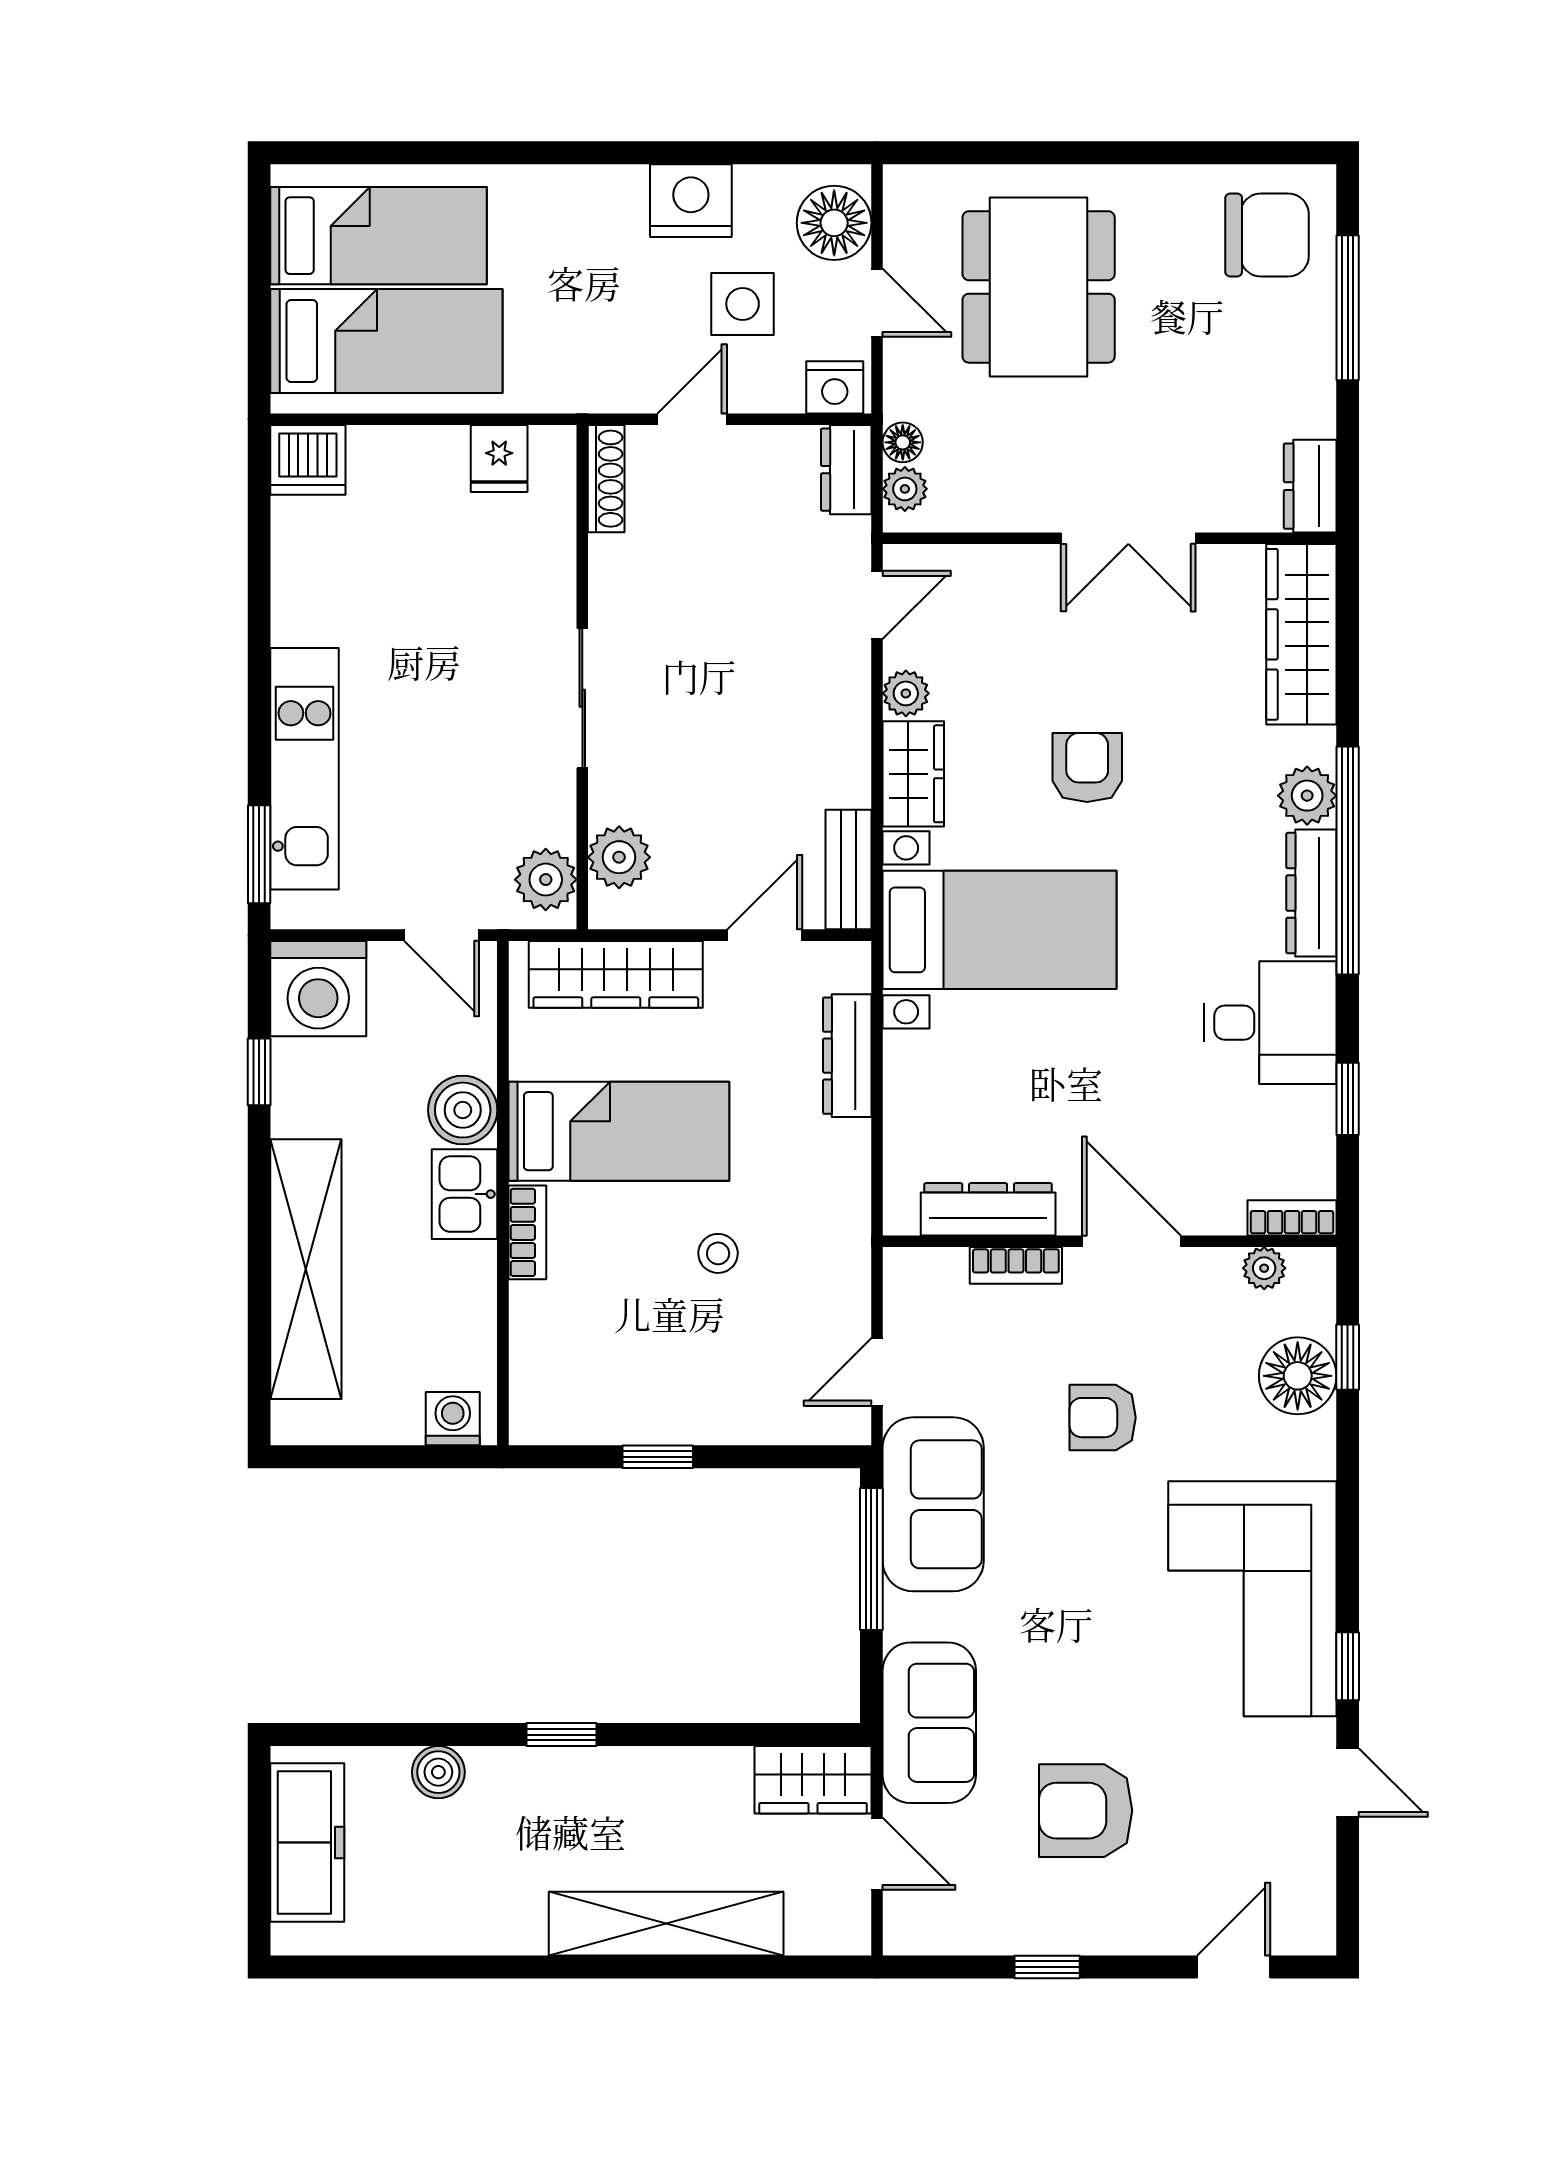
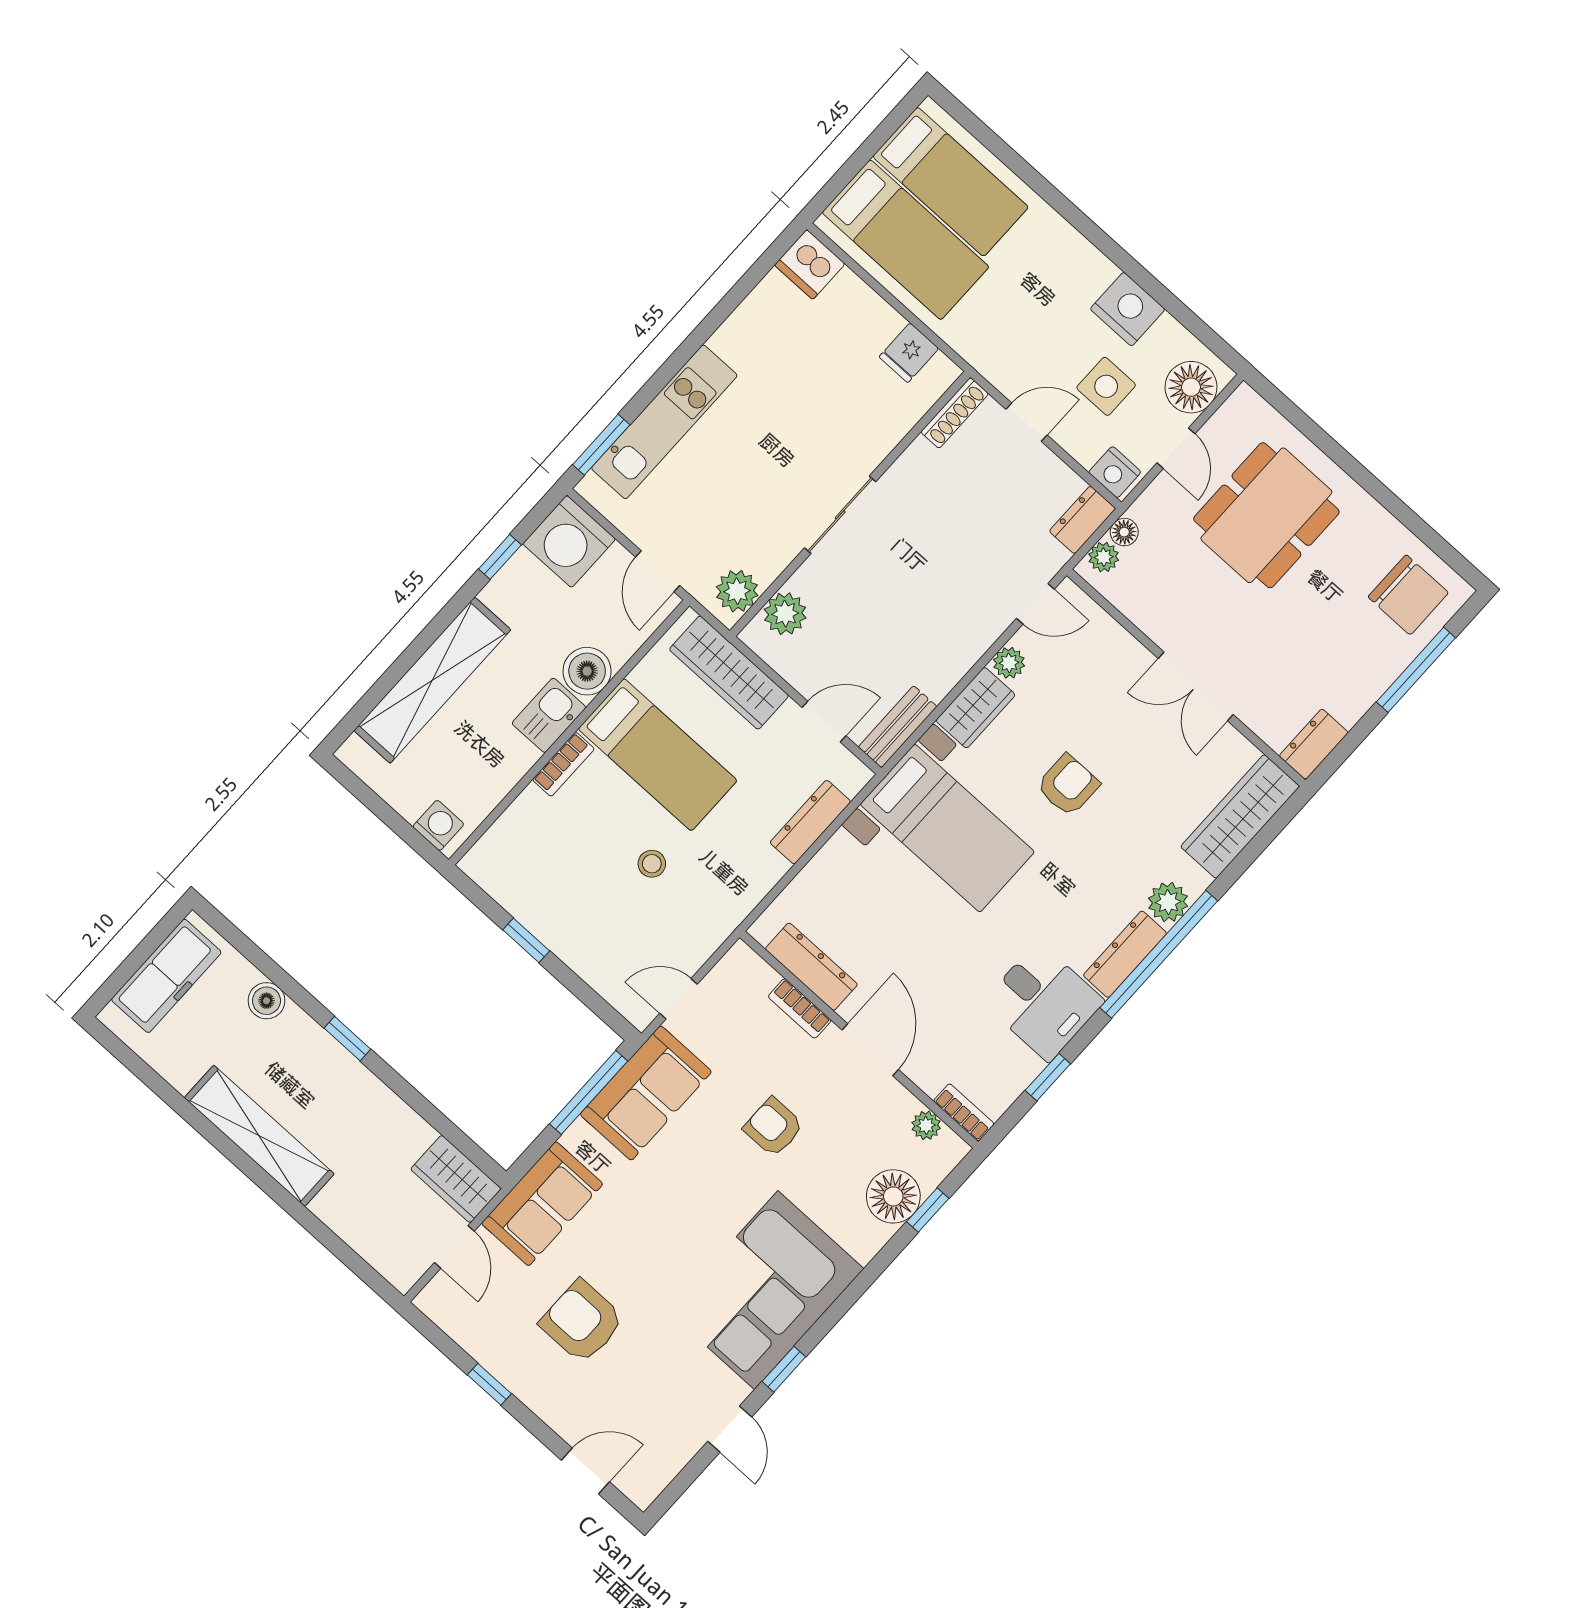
shelving: (666, 1924) -> (259, 1136), moved

